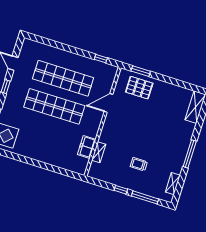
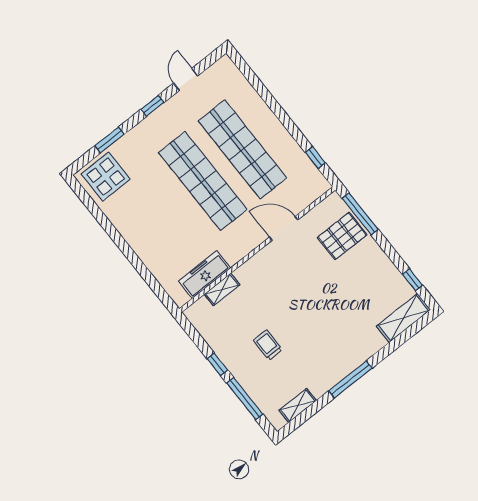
window: (141, 71) -> (360, 214), width x1.44
window: (187, 86) -> (412, 280), added
pallet: (139, 88) -> (342, 236), turned 90
freezer: (87, 147) -> (204, 275), width x1.40

